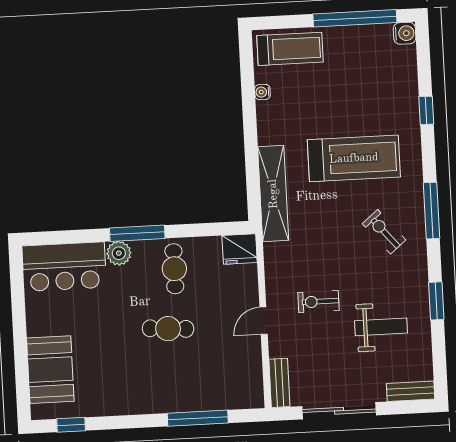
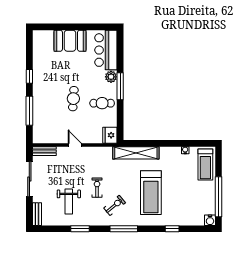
exercise bike: (318, 302) -> (97, 188), moved
booth: (50, 370) -> (70, 41), moved
window: (71, 425) -> (29, 76), moved

